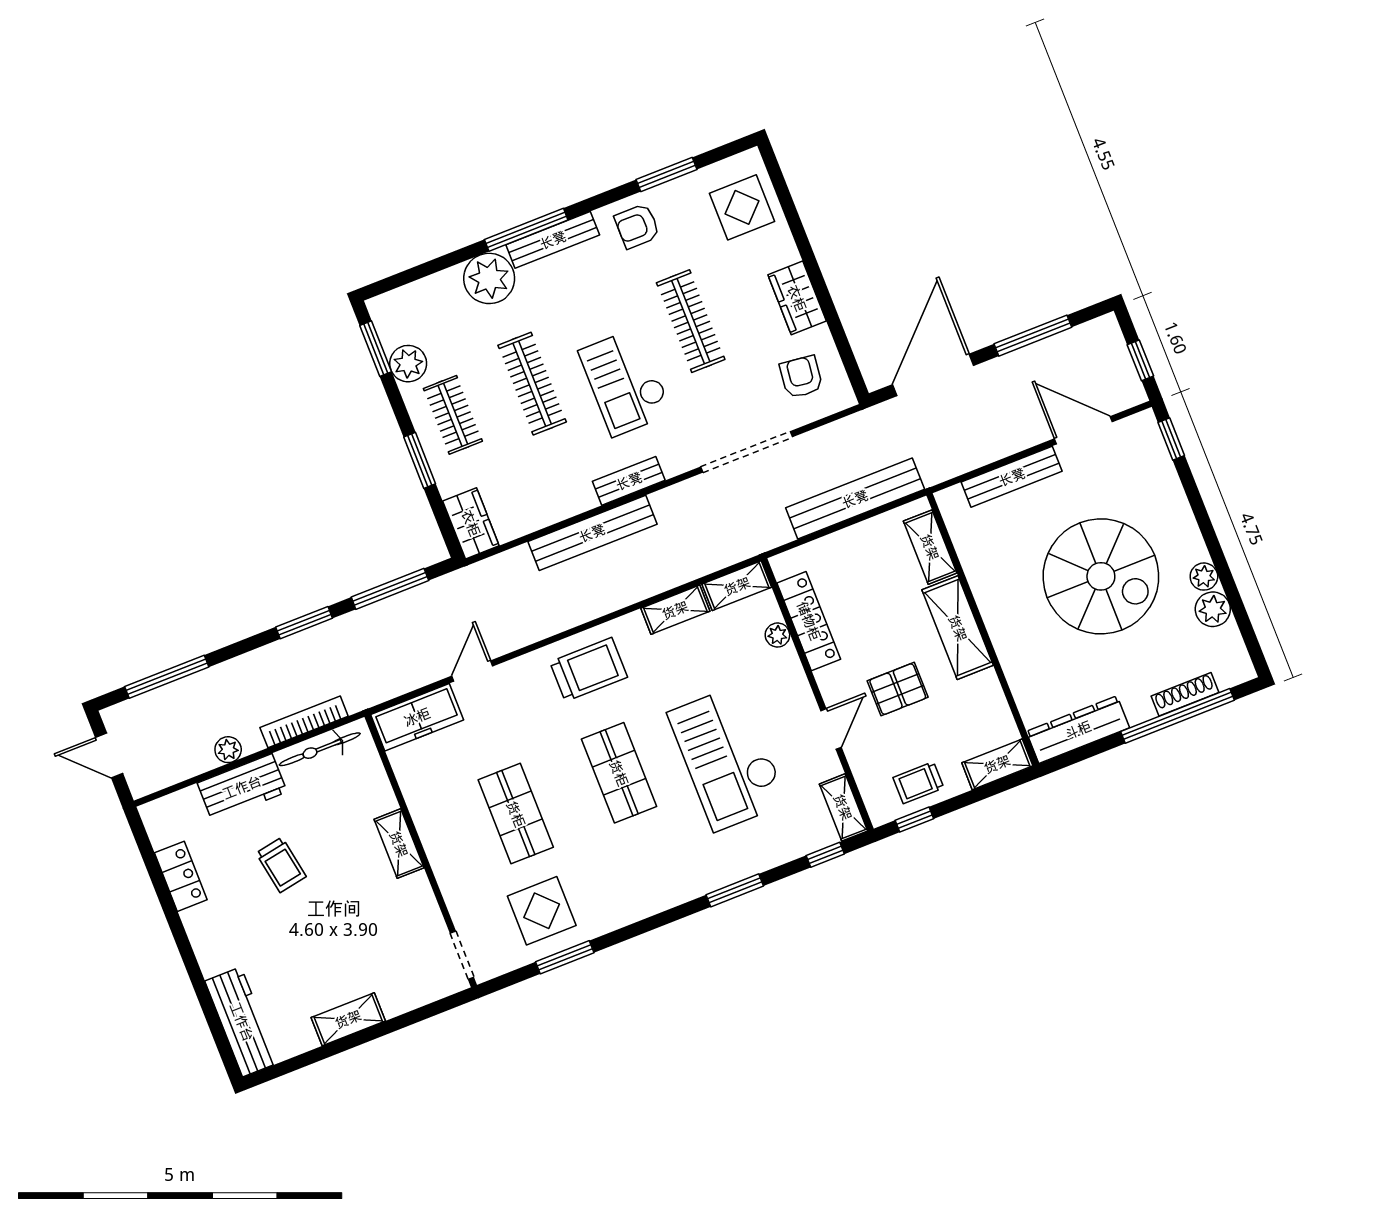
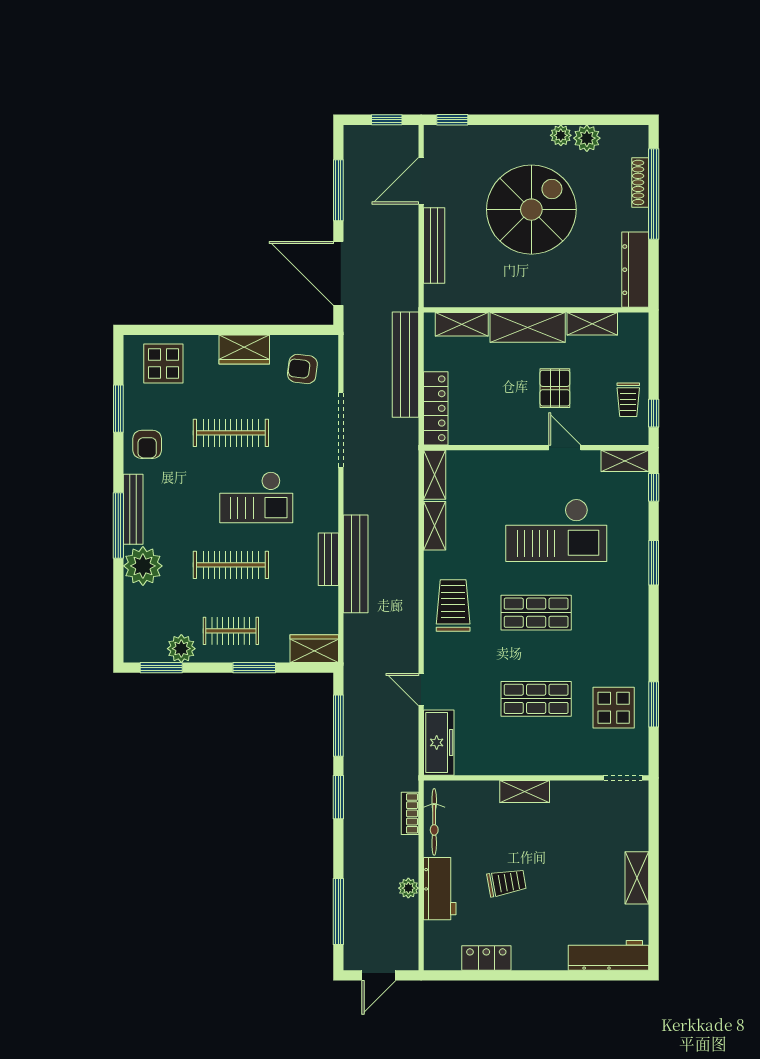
bench: (629, 481) -> (328, 559), moved
locker: (809, 621) -> (436, 408), moved, turned 90
plant: (777, 635) -> (482, 459), removed
bookcase: (304, 722) -> (410, 813), width x0.64
shelving: (997, 764) -> (592, 324), moved, turned 90

